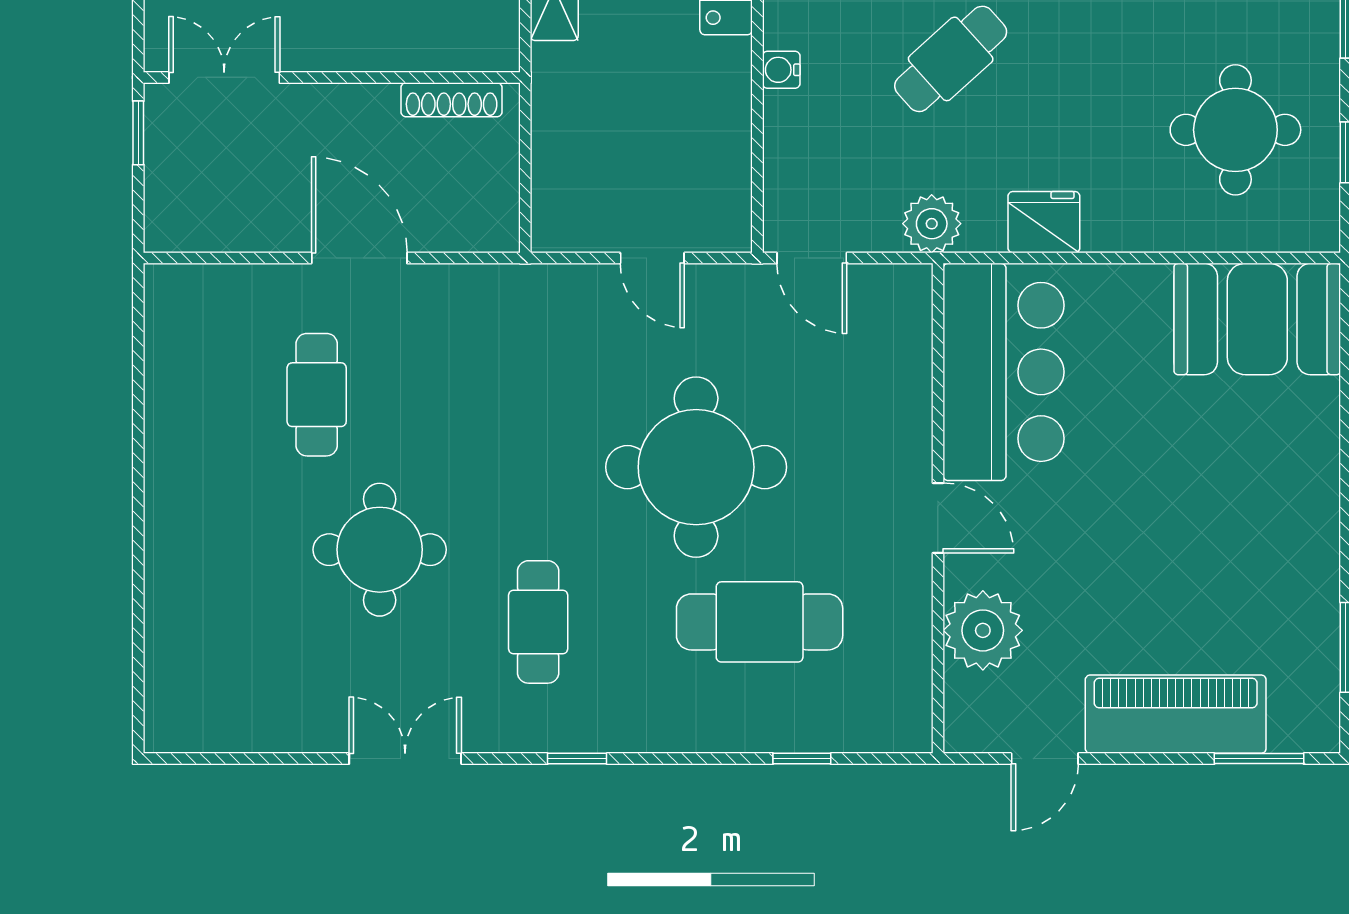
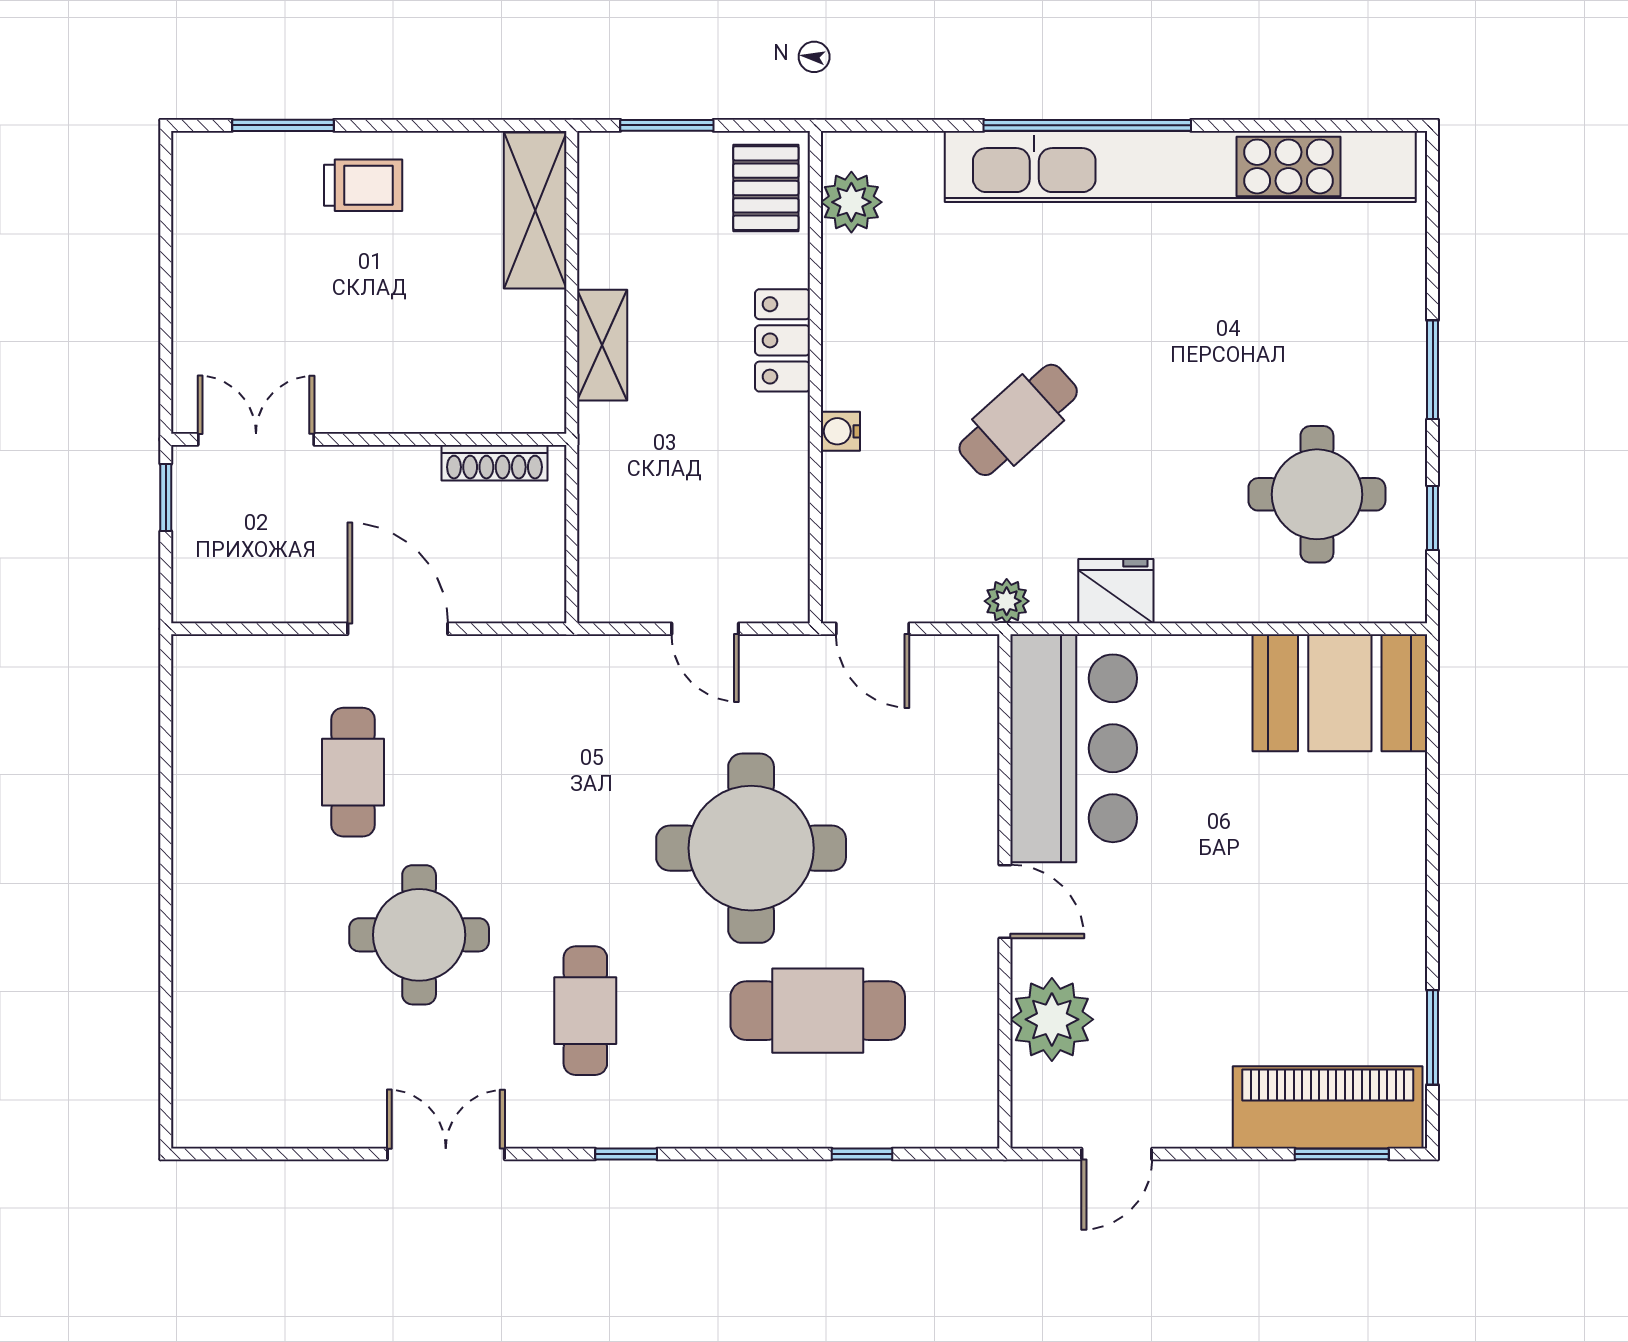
plant: (932, 224) -> (1007, 601), width x0.73, depth x0.73
piano: (1176, 714) -> (1328, 1107), moved

